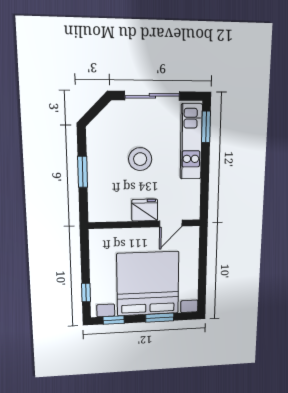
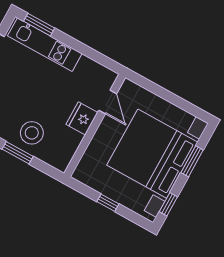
stool: (140, 159) -> (32, 133), moved
window: (86, 293) -> (108, 203), moved

